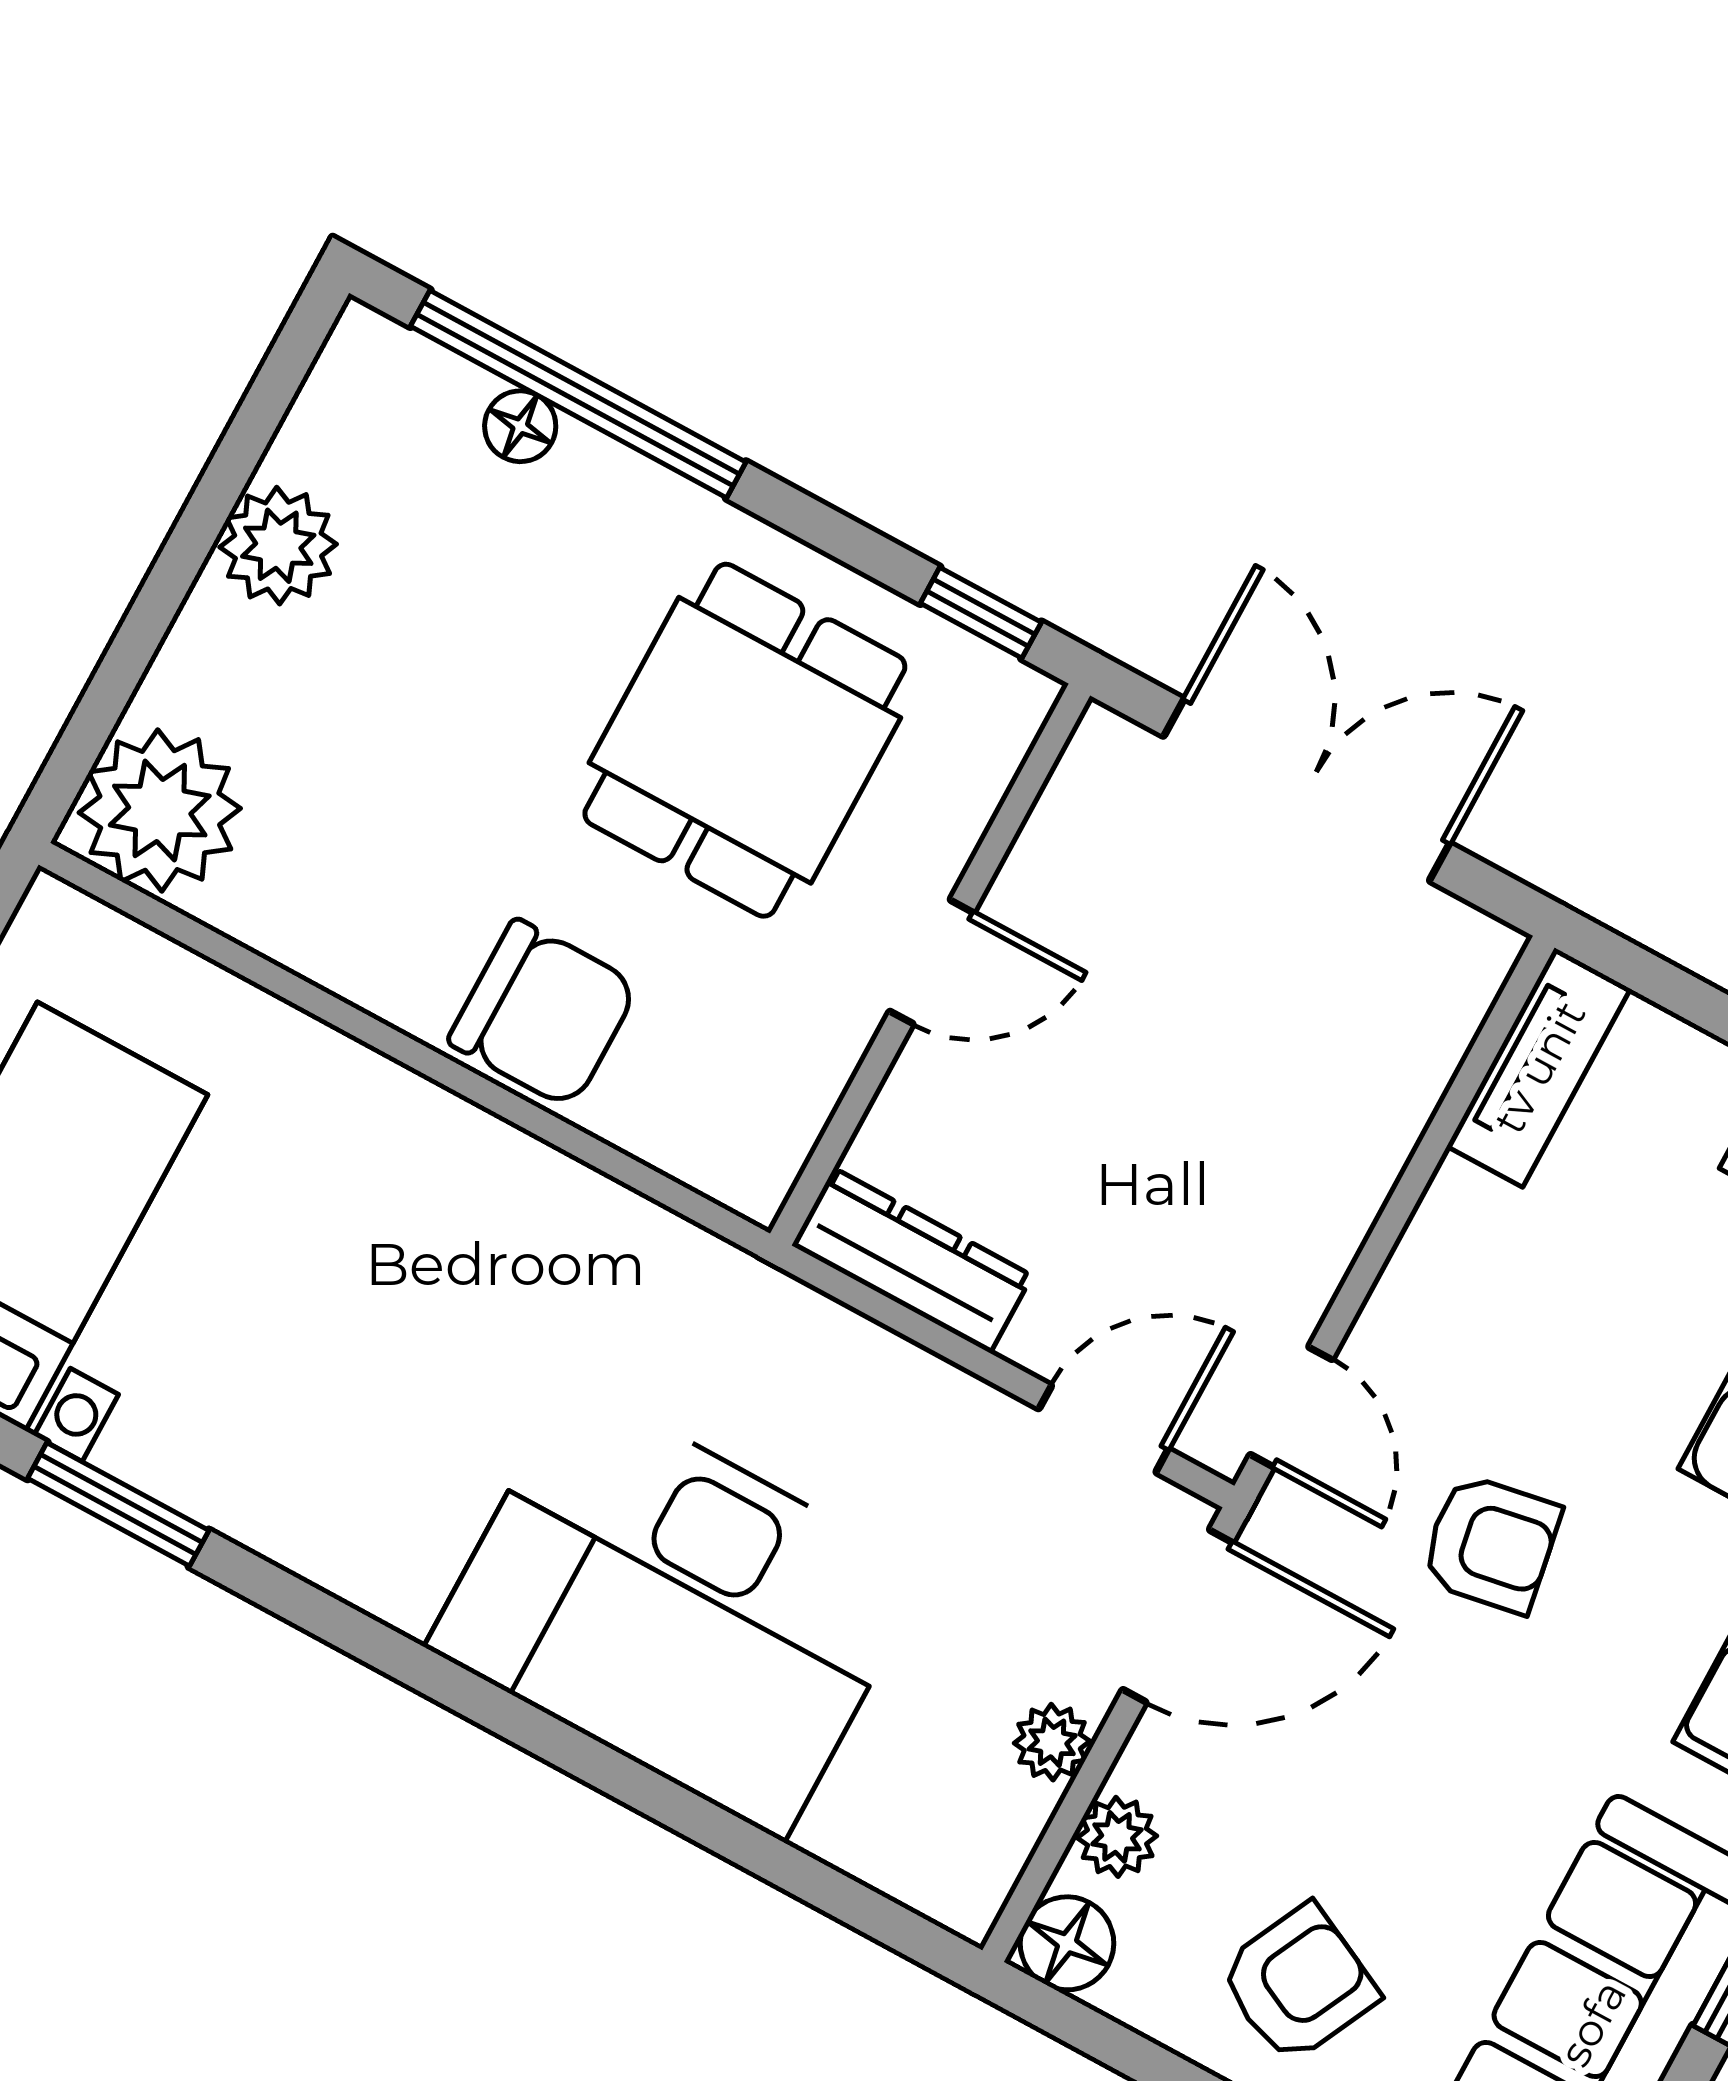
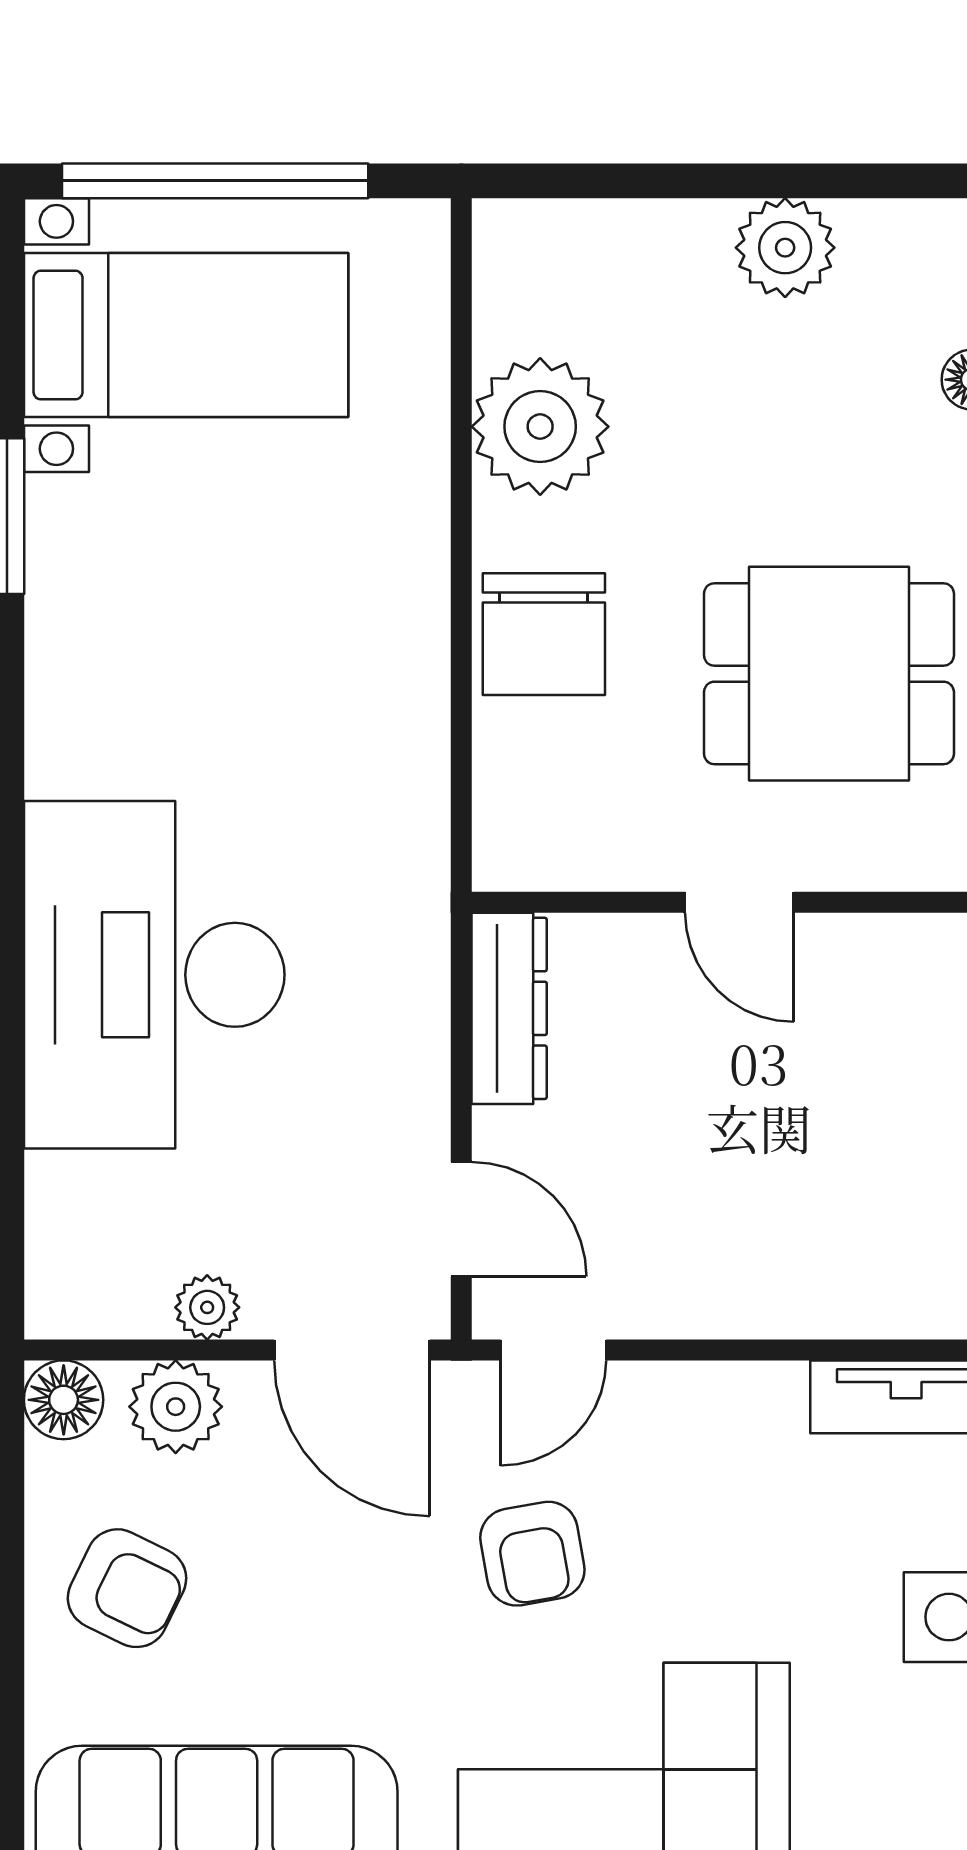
plant: (160, 811) -> (540, 427), moved
plant: (1117, 1837) -> (176, 1407), width x1.38, depth x1.38

